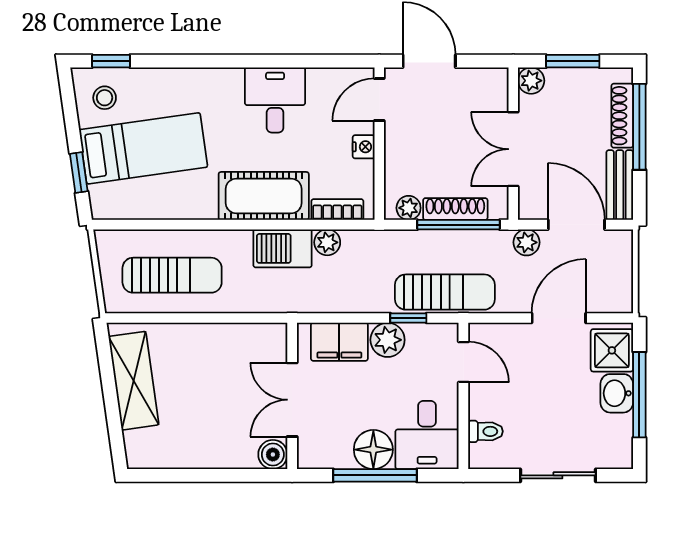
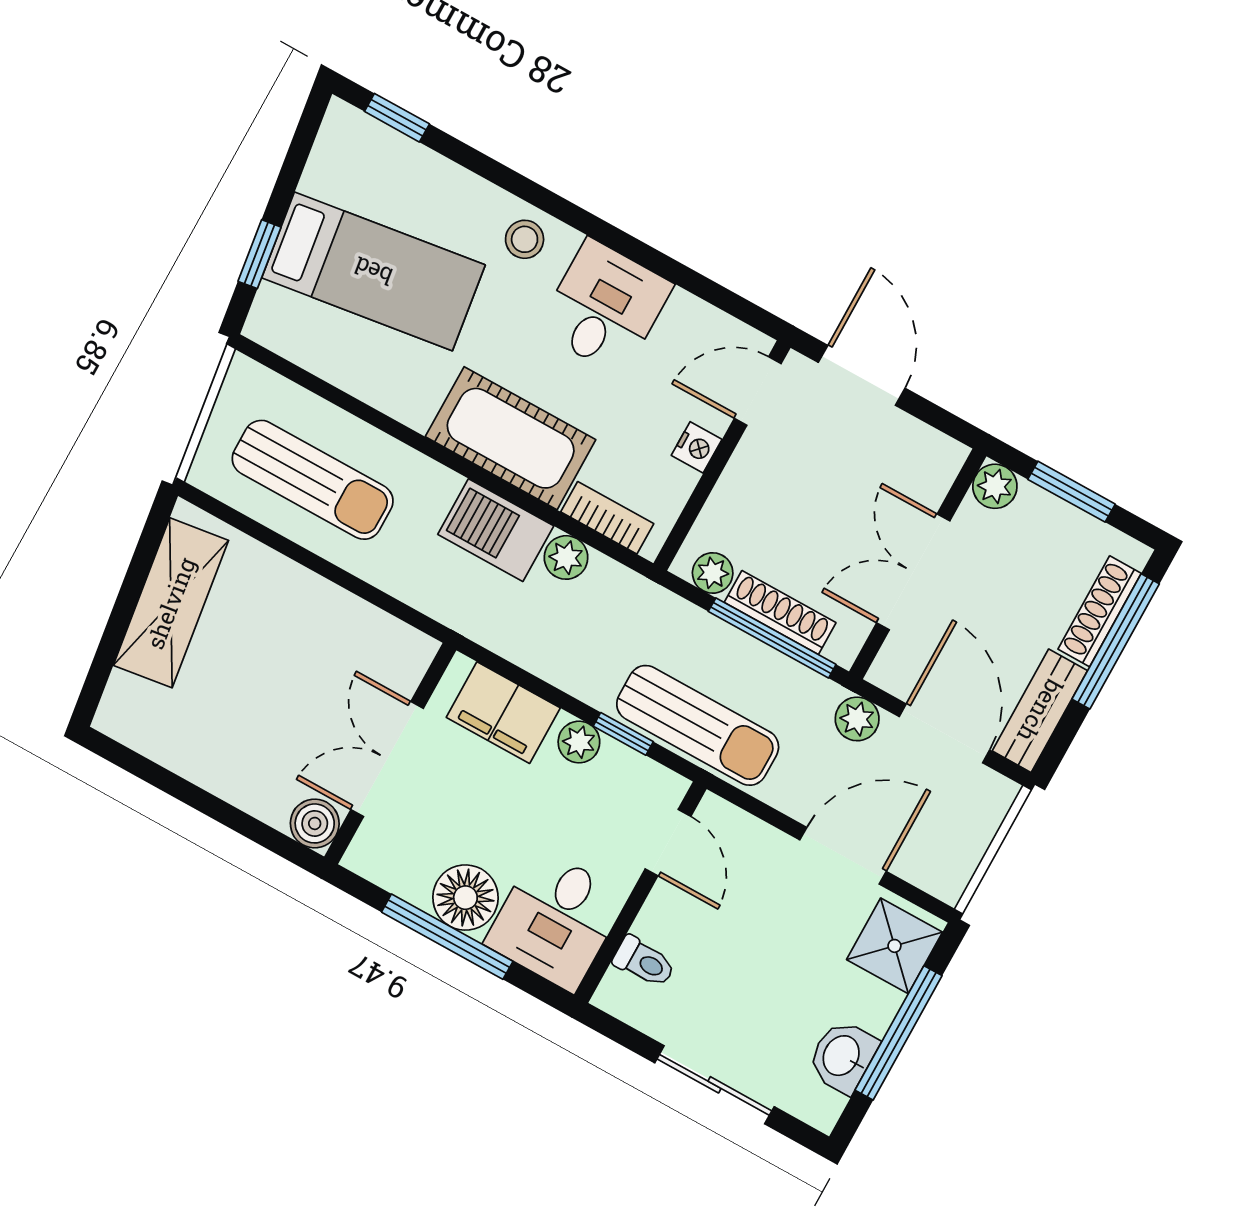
stool: (105, 98) -> (525, 239), moved
plant: (388, 340) -> (579, 742), width x0.73, depth x0.73
washbasin: (617, 393) -> (843, 1056), moved

